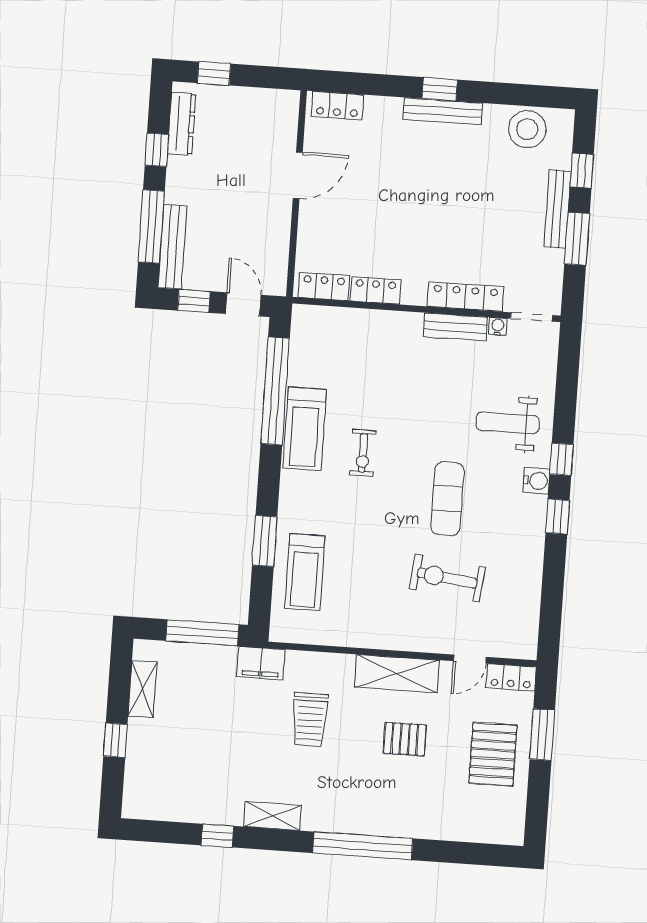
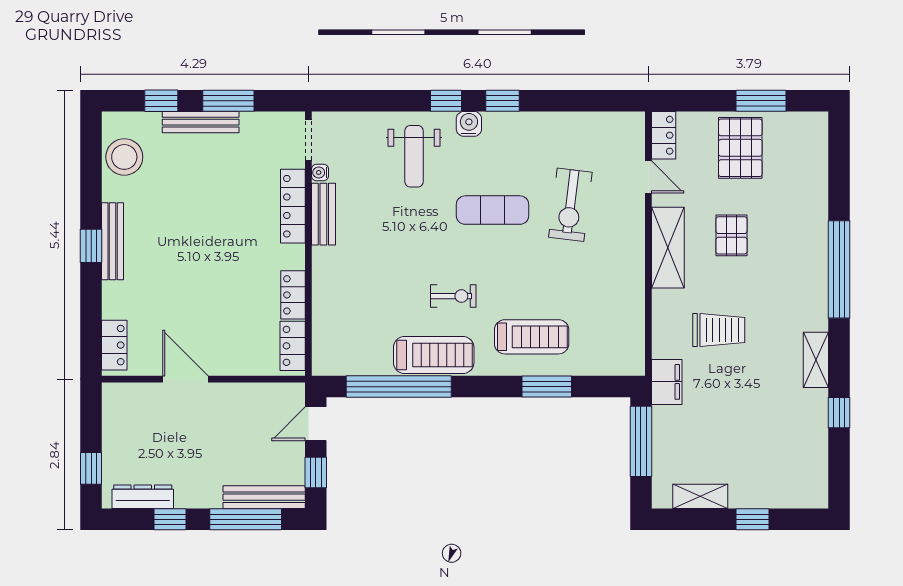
treadmill: (305, 572) -> (532, 337), moved
window: (542, 735) -> (761, 101), moved
pallet: (493, 754) -> (740, 148), turned 90

